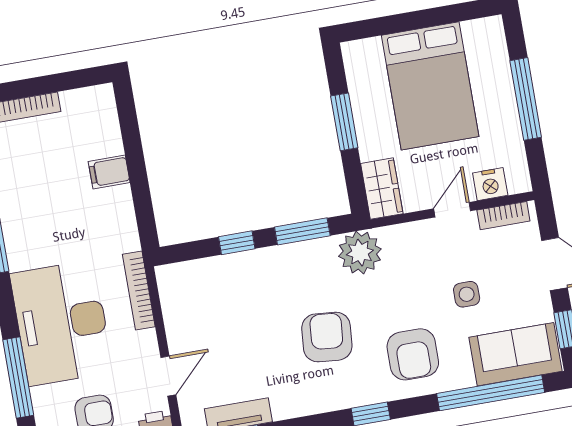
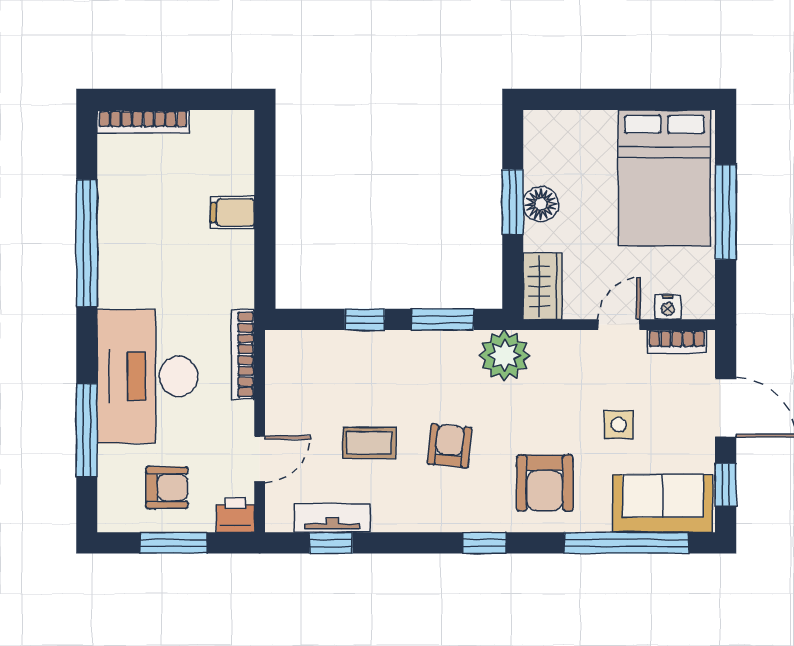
bed: (430, 86) -> (664, 178), moved
floor lamp: (368, 119) -> (541, 204), added
nightstand: (490, 184) -> (668, 307), width x0.72, depth x0.74
armchair: (327, 337) -> (450, 446), width x0.72, depth x0.72
coffee table: (259, 346) -> (369, 443), added

